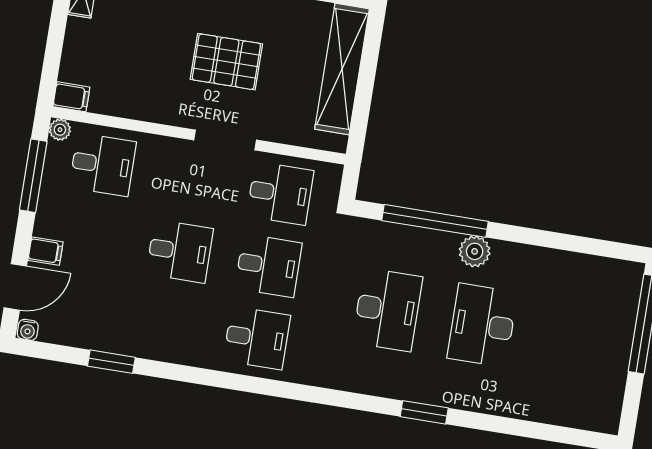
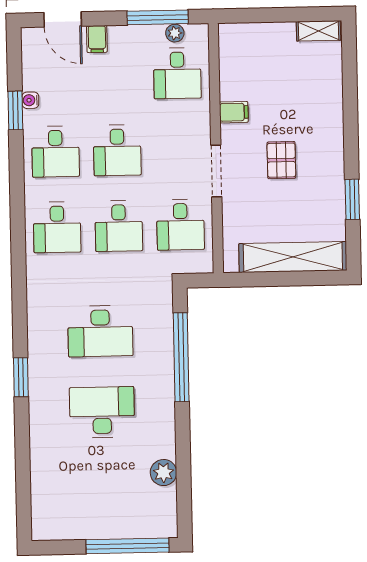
pallet: (226, 62) -> (281, 160), width x0.67, depth x0.71
filing cabinet: (71, 97) -> (234, 112), moved, turned -90
plant: (60, 130) -> (175, 33), moved
plant: (475, 251) -> (164, 473), moved
desk: (168, 324) -> (55, 152), added
water cooler: (28, 330) -> (30, 100), moved

